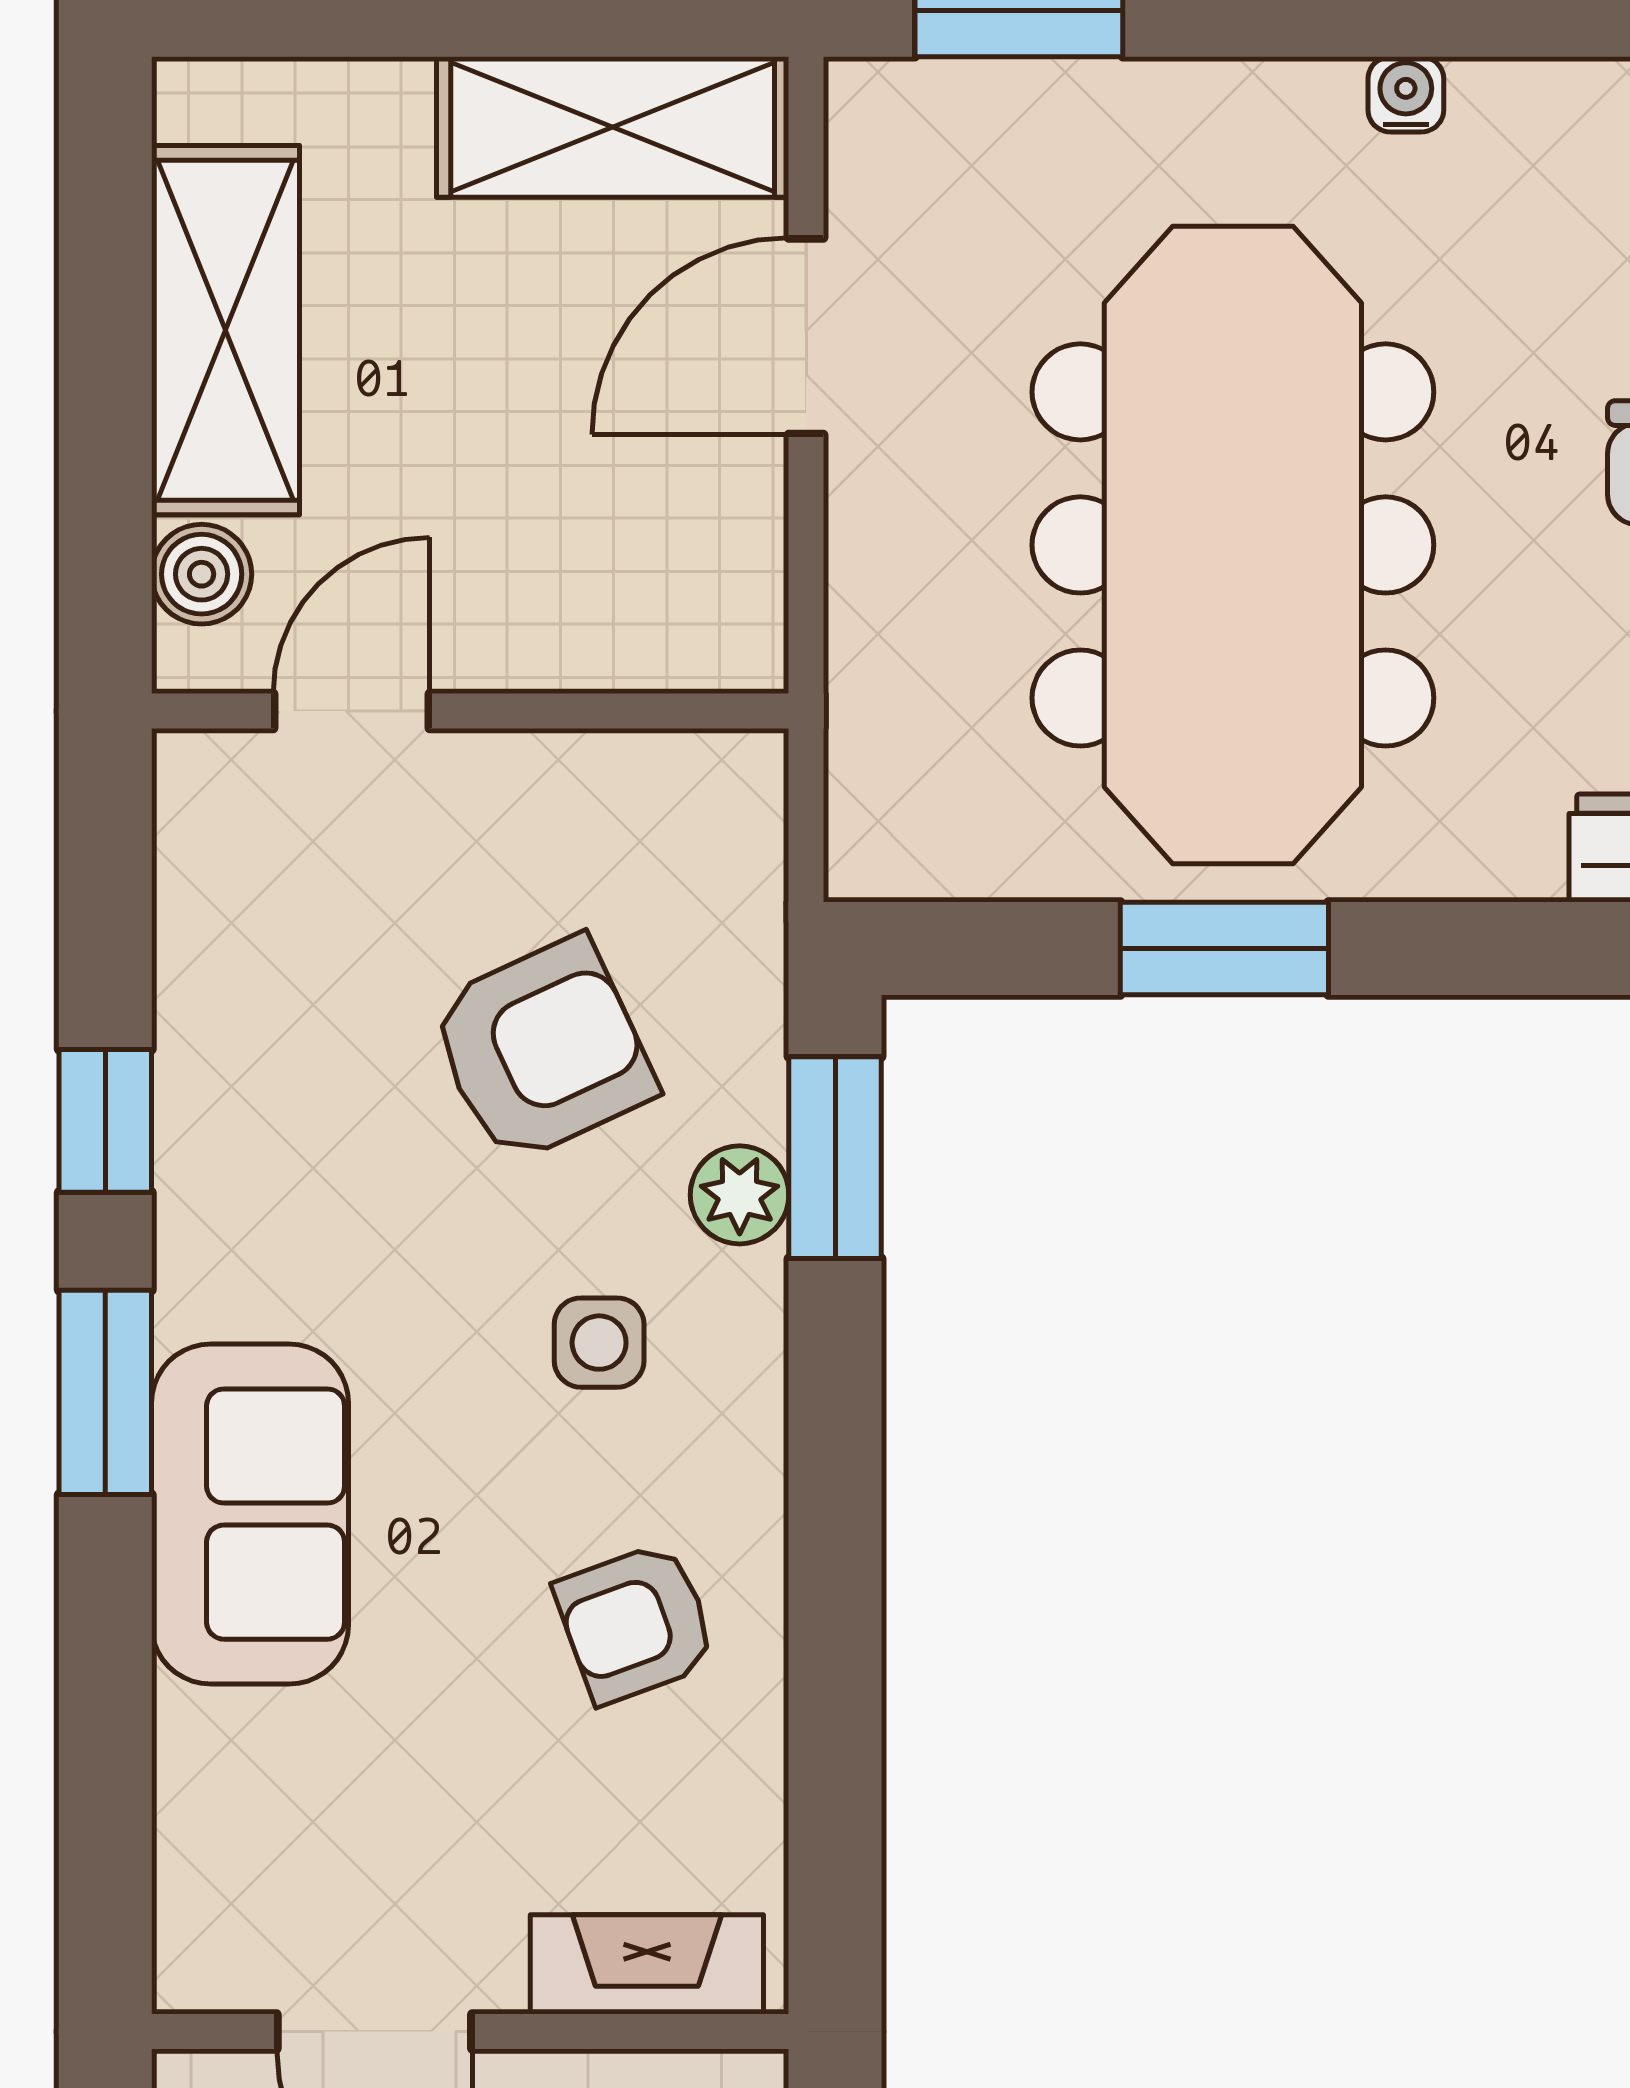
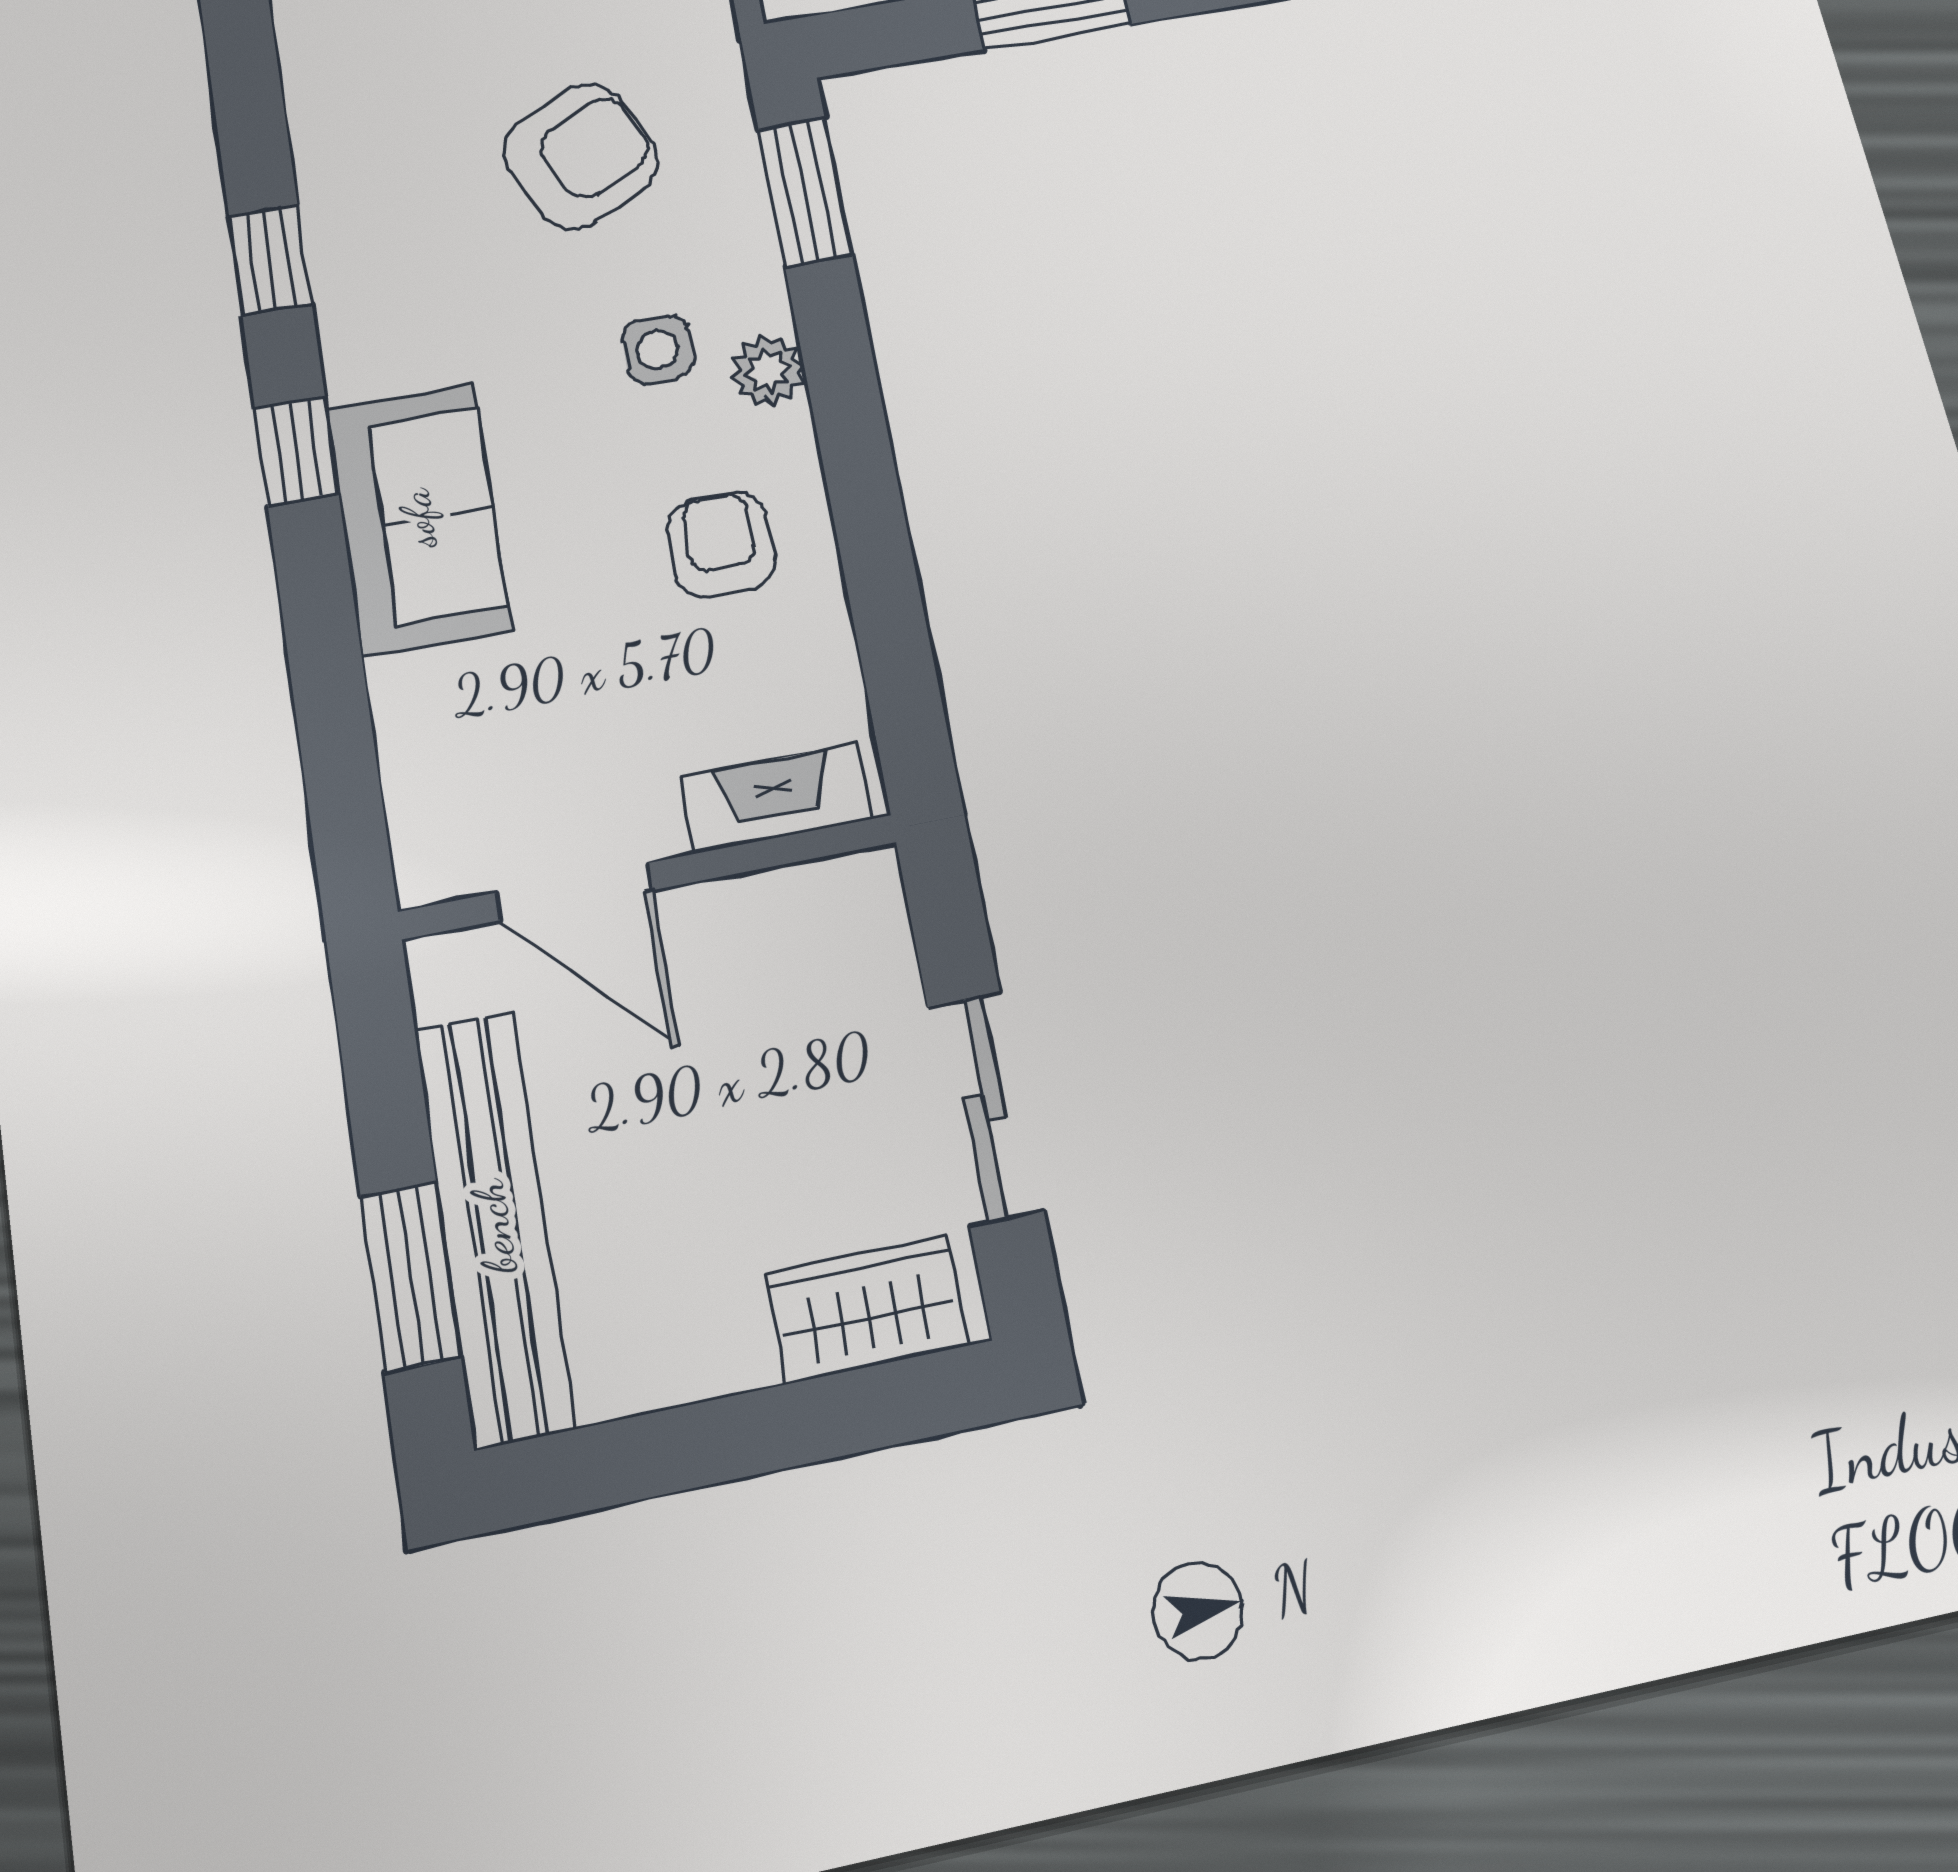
plant: (740, 1195) -> (768, 371), moved
window: (105, 1392) -> (297, 451), width x0.67
armchair: (636, 1623) -> (721, 545), turned 110

